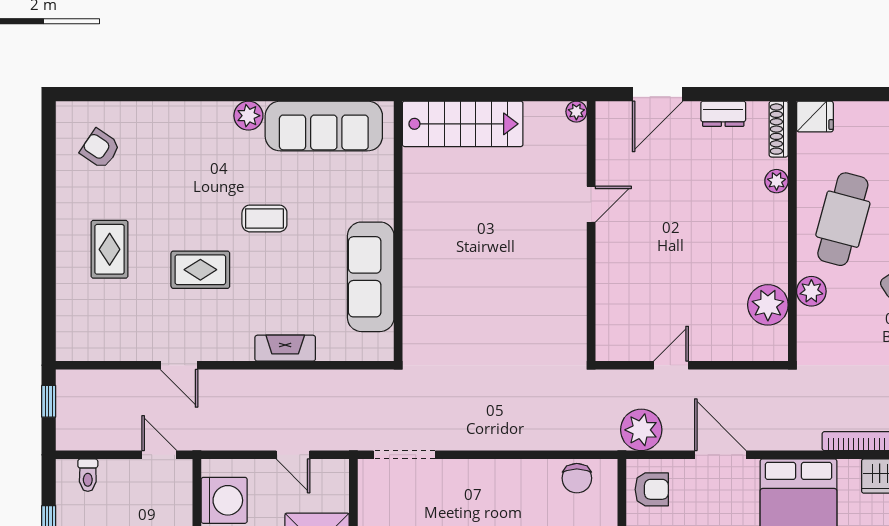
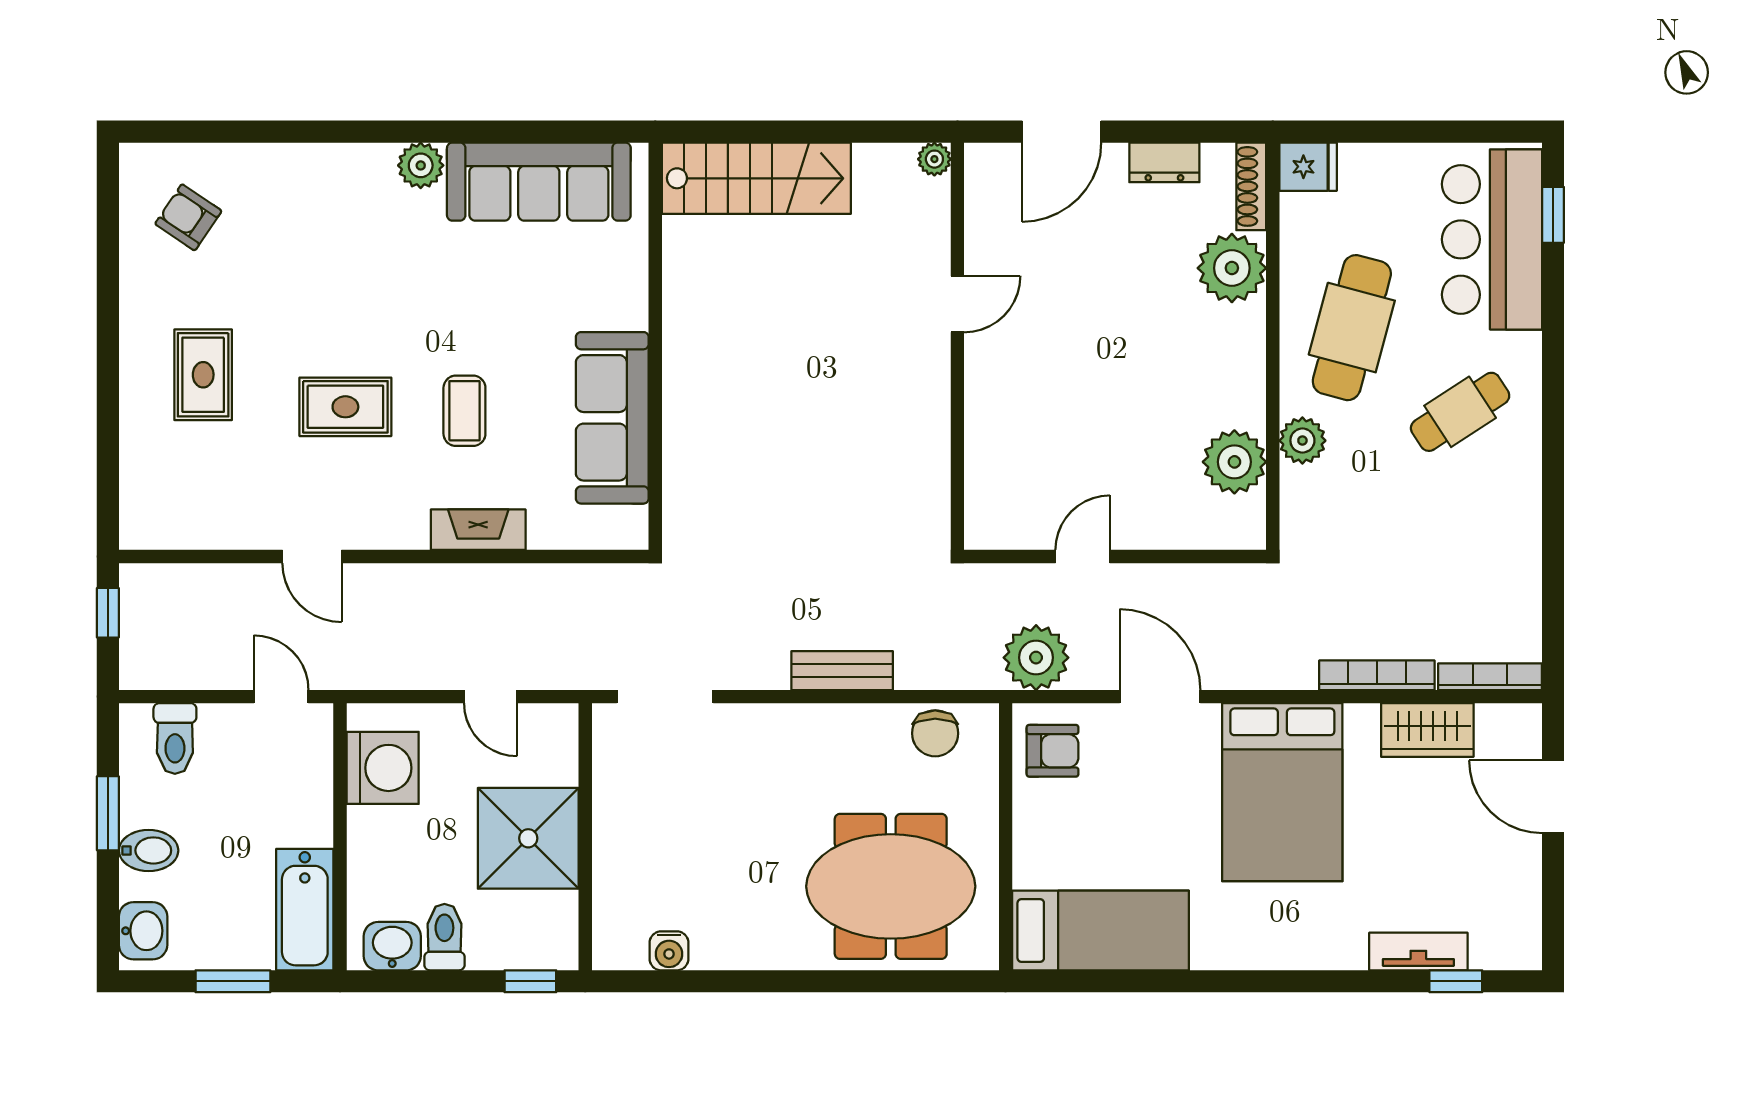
plant: (777, 181) -> (1232, 268), width x1.87, depth x1.87
coffee table: (264, 218) -> (464, 411), moved, turned 90
bench: (517, 438) -> (842, 671), added
toilet: (88, 475) -> (175, 738), width x1.37, depth x1.39

